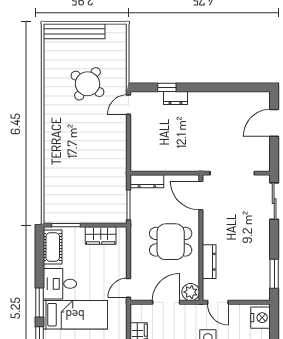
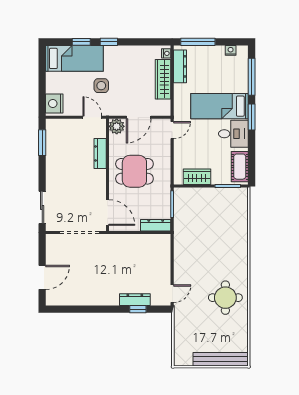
round table: (87, 84) -> (225, 298), moved, turned -35
dresser: (175, 98) -> (135, 300), width x1.44

